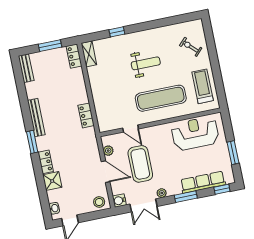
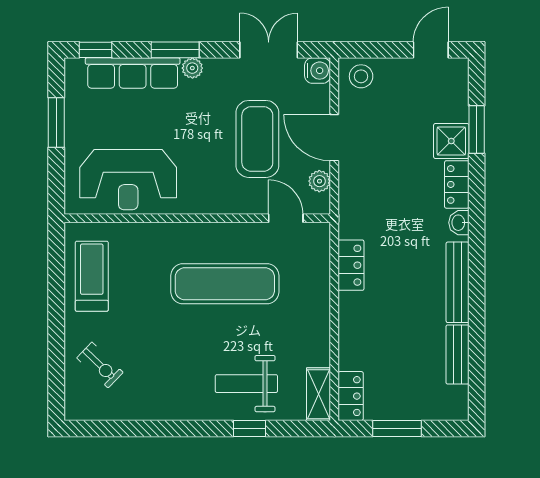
weight bench: (146, 63) -> (246, 384), moved
bench: (26, 68) -> (457, 354), moved
treadmill: (203, 86) -> (92, 276), turned 180
exercise mat: (161, 98) -> (225, 284), moved
door: (131, 128) -> (286, 218), moved
window: (32, 142) -> (477, 130), moved
plant: (162, 193) -> (192, 68), moved
washbasin: (54, 208) -> (459, 223), moved

